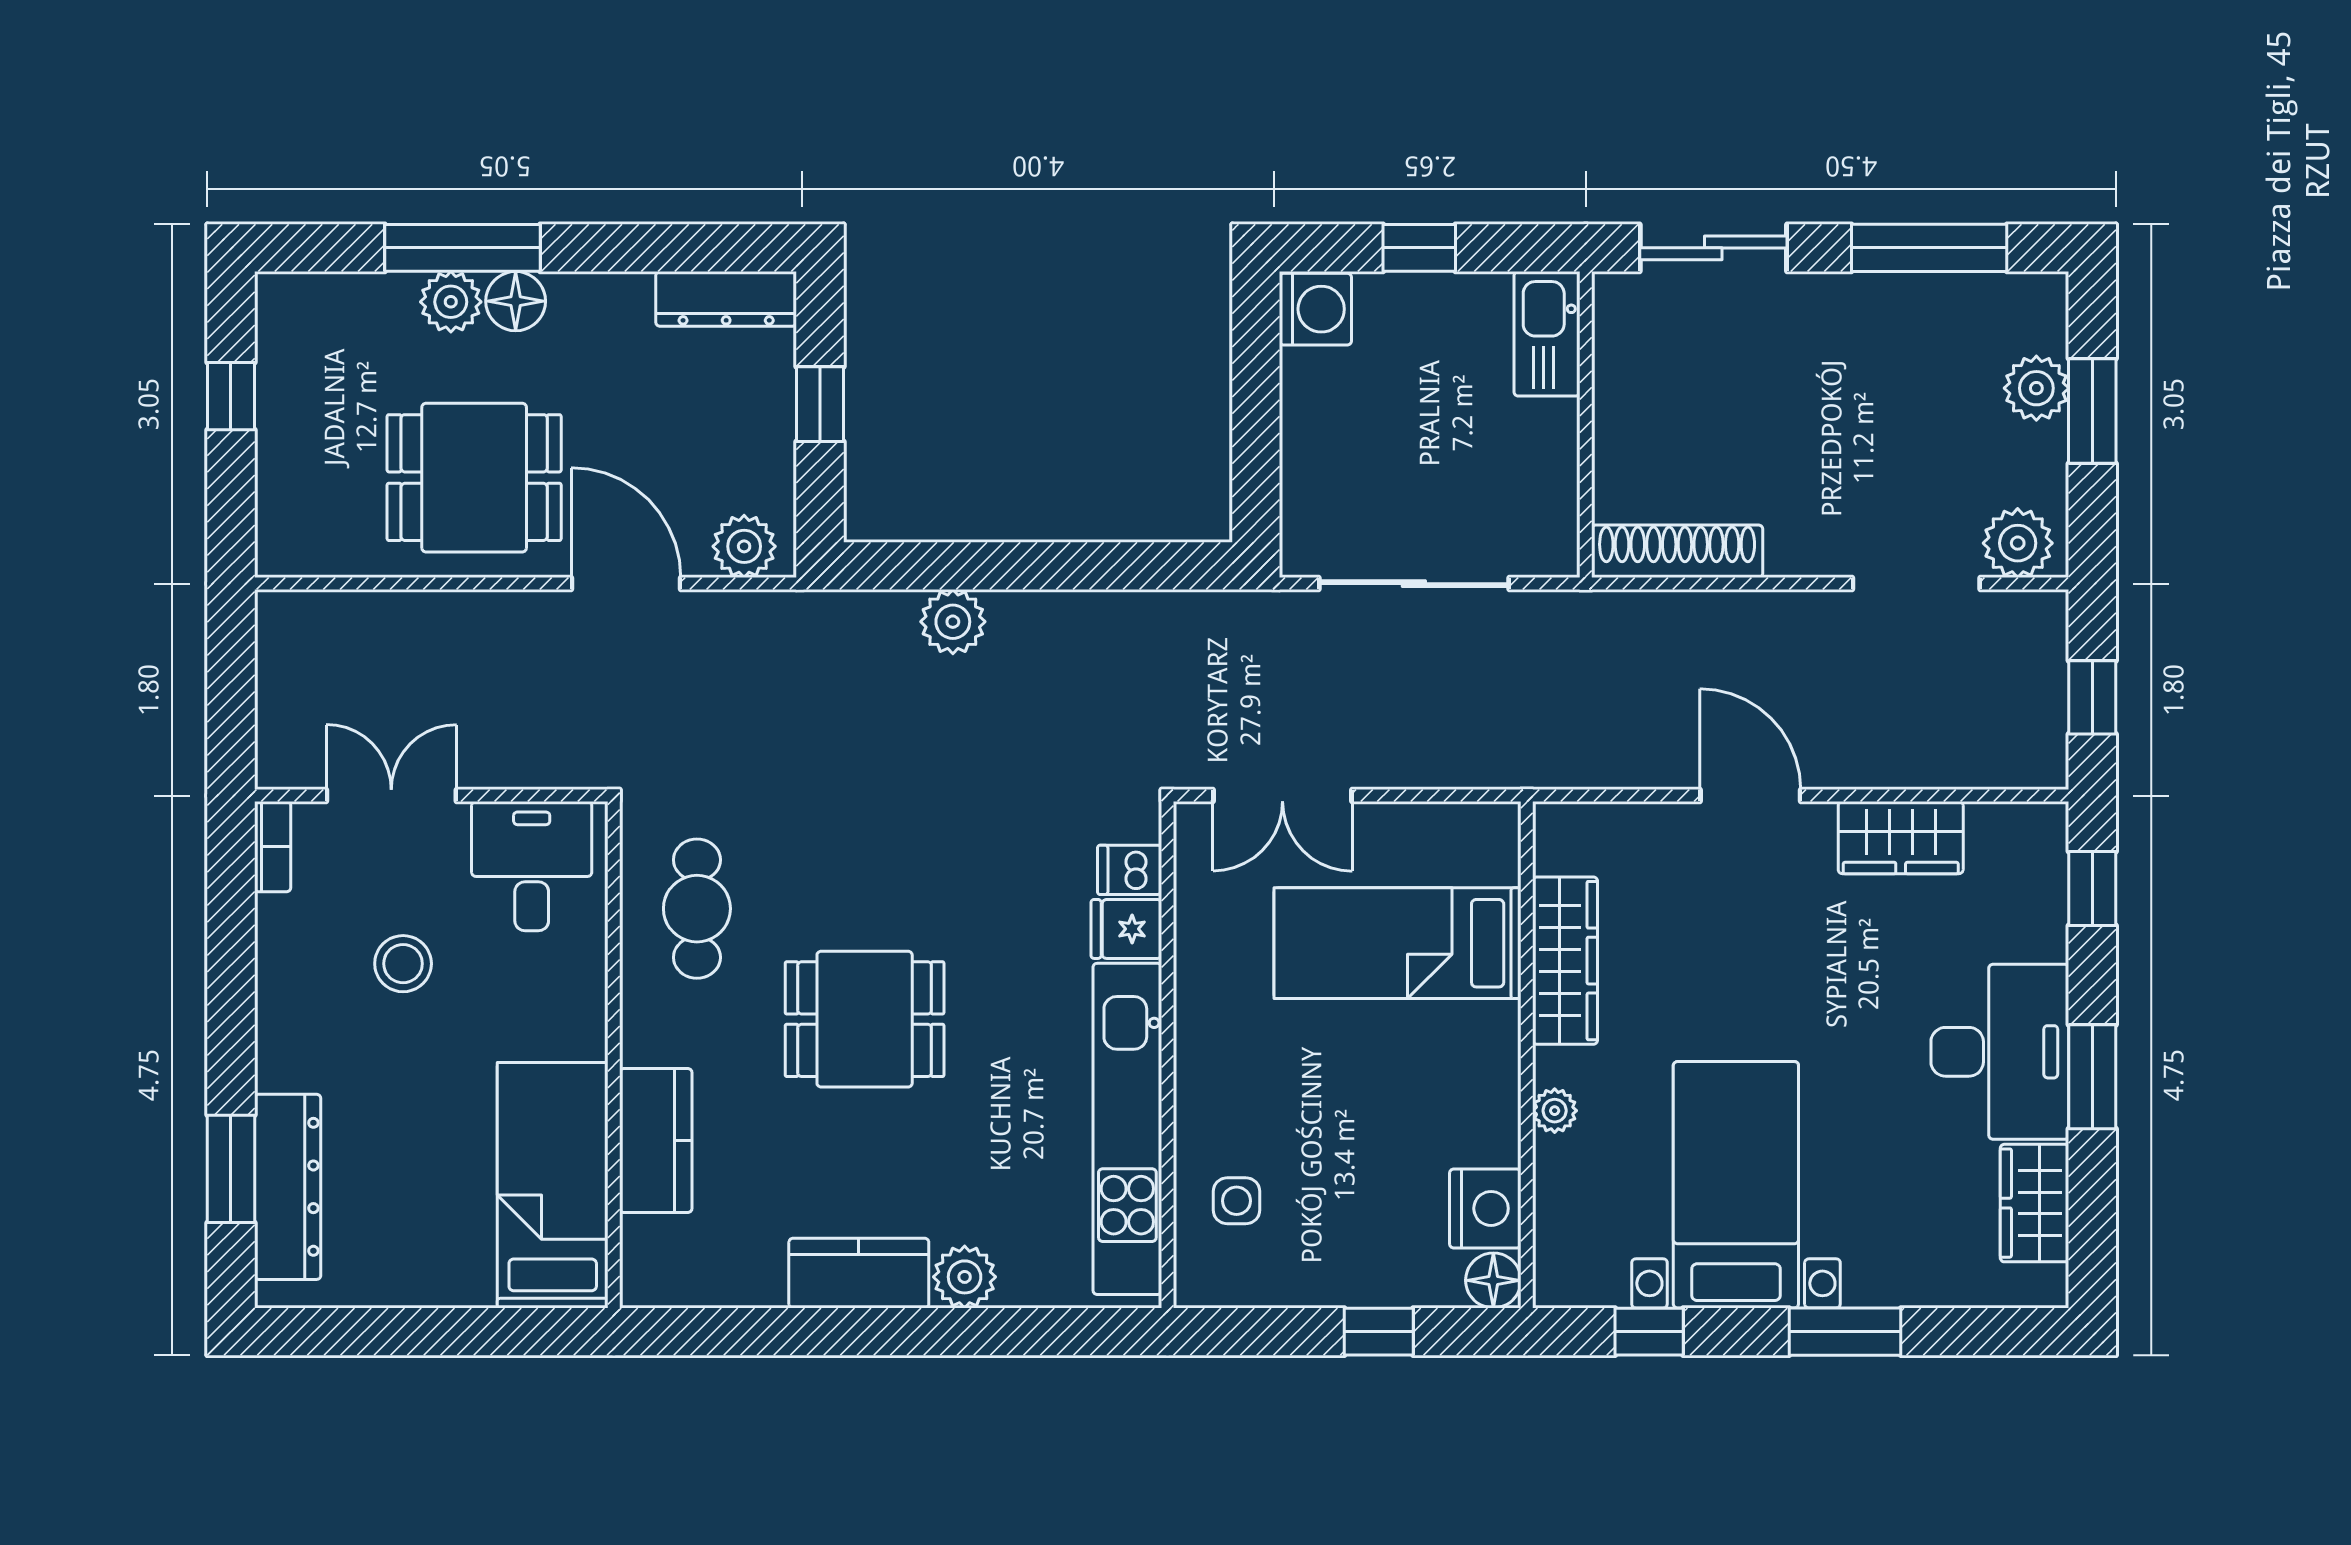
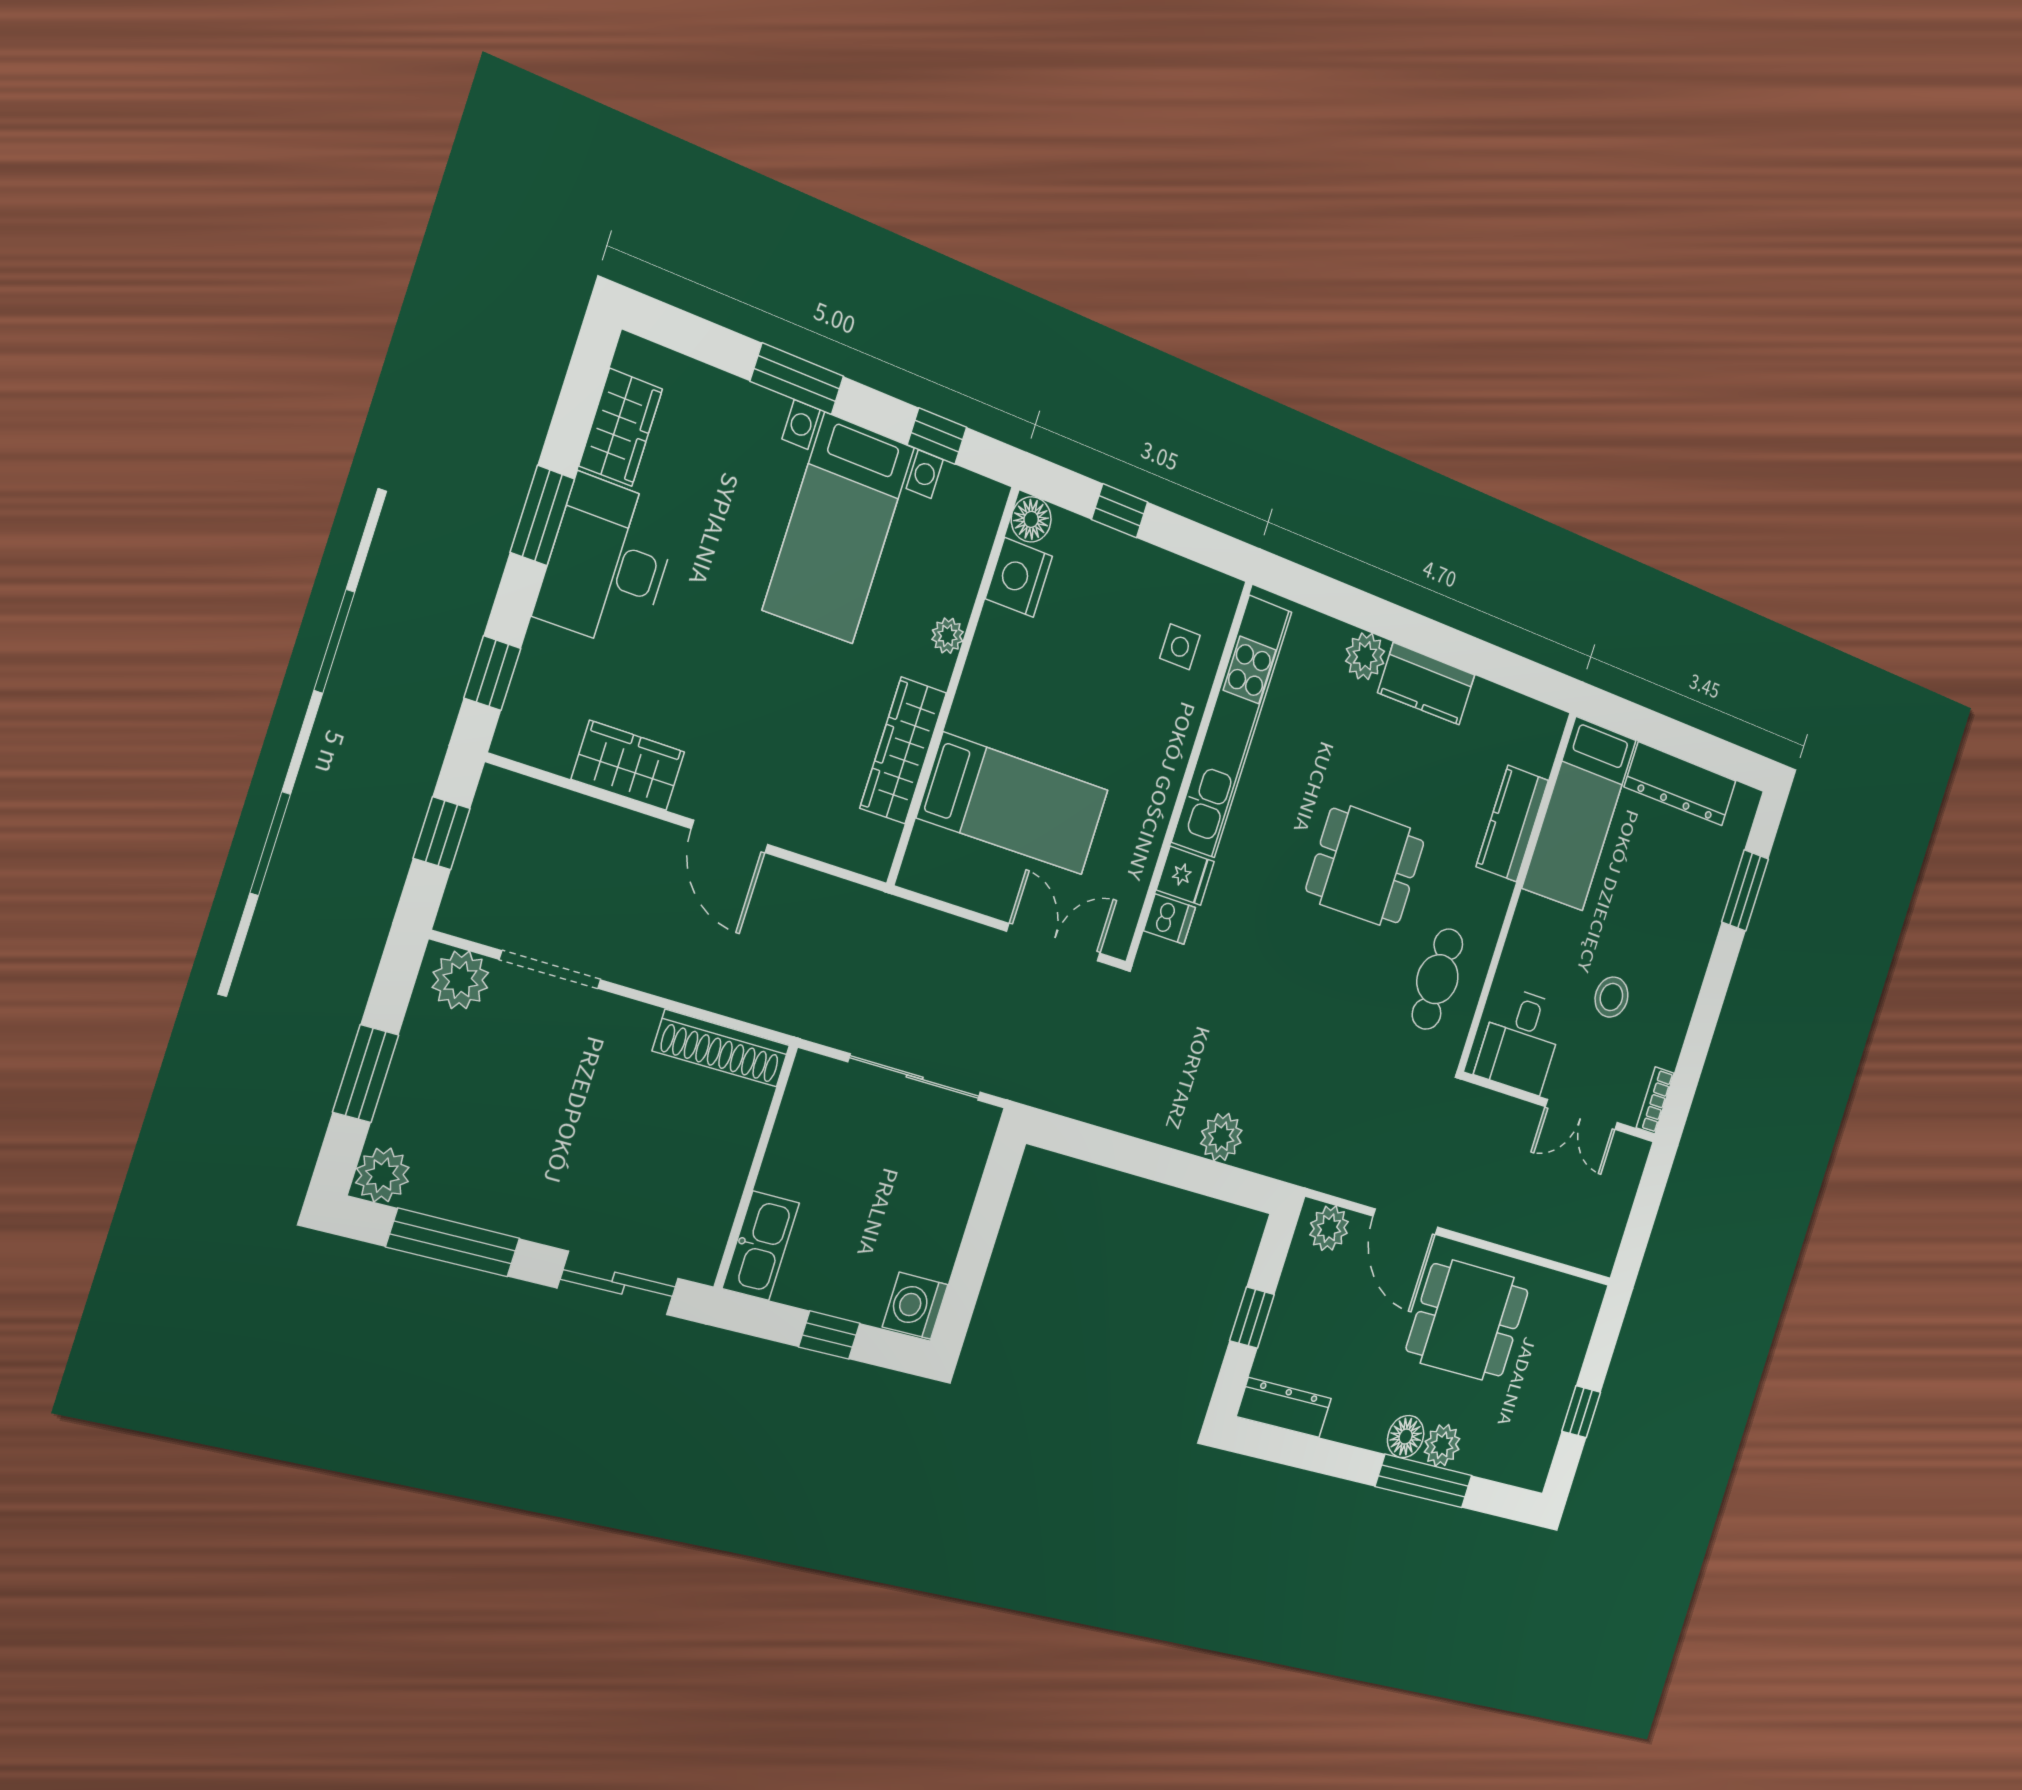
plant: (2036, 388) -> (382, 1175), moved
dresser: (288, 1187) -> (1680, 784), moved, turned -90

